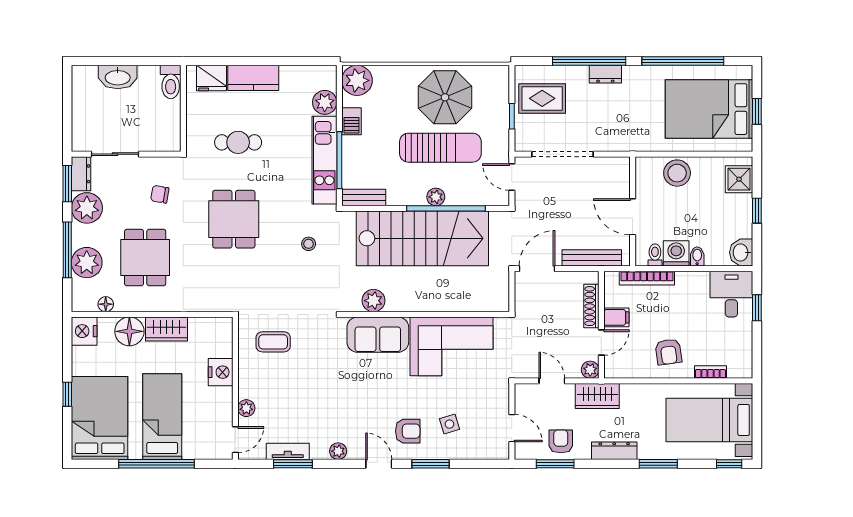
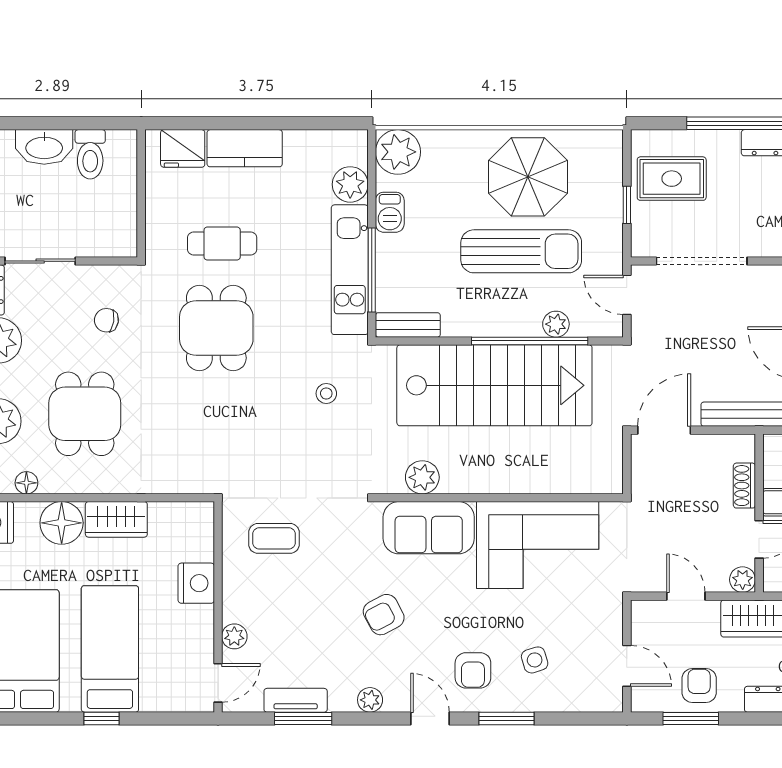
toilet: (171, 82) -> (90, 154), moved
plant: (436, 197) -> (556, 324), moved
dining table: (234, 219) -> (216, 328), moved
shoe rack: (591, 306) -> (744, 486), width x0.70
armchair: (347, 393) -> (384, 615), added
armchair: (408, 431) -> (473, 670), turned 90
window: (157, 464) -> (102, 718), width x0.32

